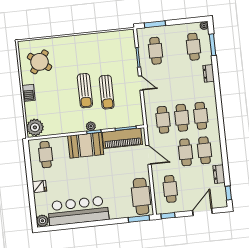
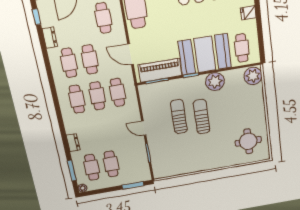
cafe table: (156, 51) -> (111, 164), moved
round table: (40, 62) -> (248, 141), turned -37
barbecue: (29, 93) -> (259, 110), removed
plant: (91, 126) -> (215, 82), moved, width x1.87, depth x1.87
booth: (86, 145) -> (205, 54), width x1.36, depth x1.42

